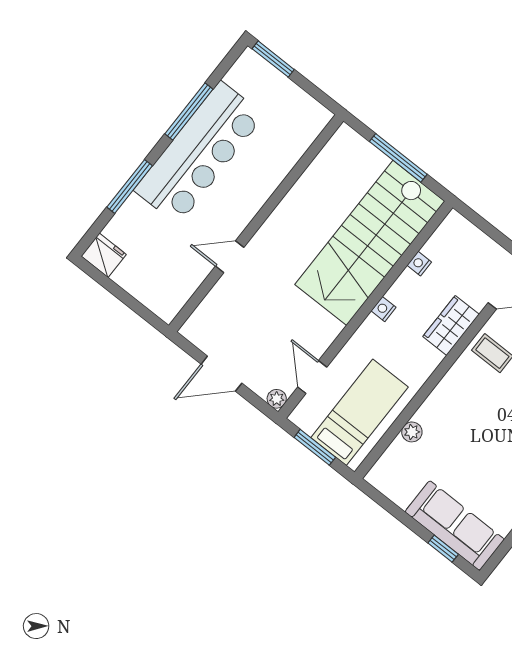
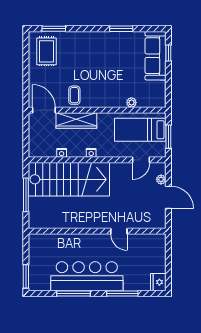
wardrobe: (451, 325) -> (76, 121), width x1.50
plant: (277, 399) -> (161, 179), moved

